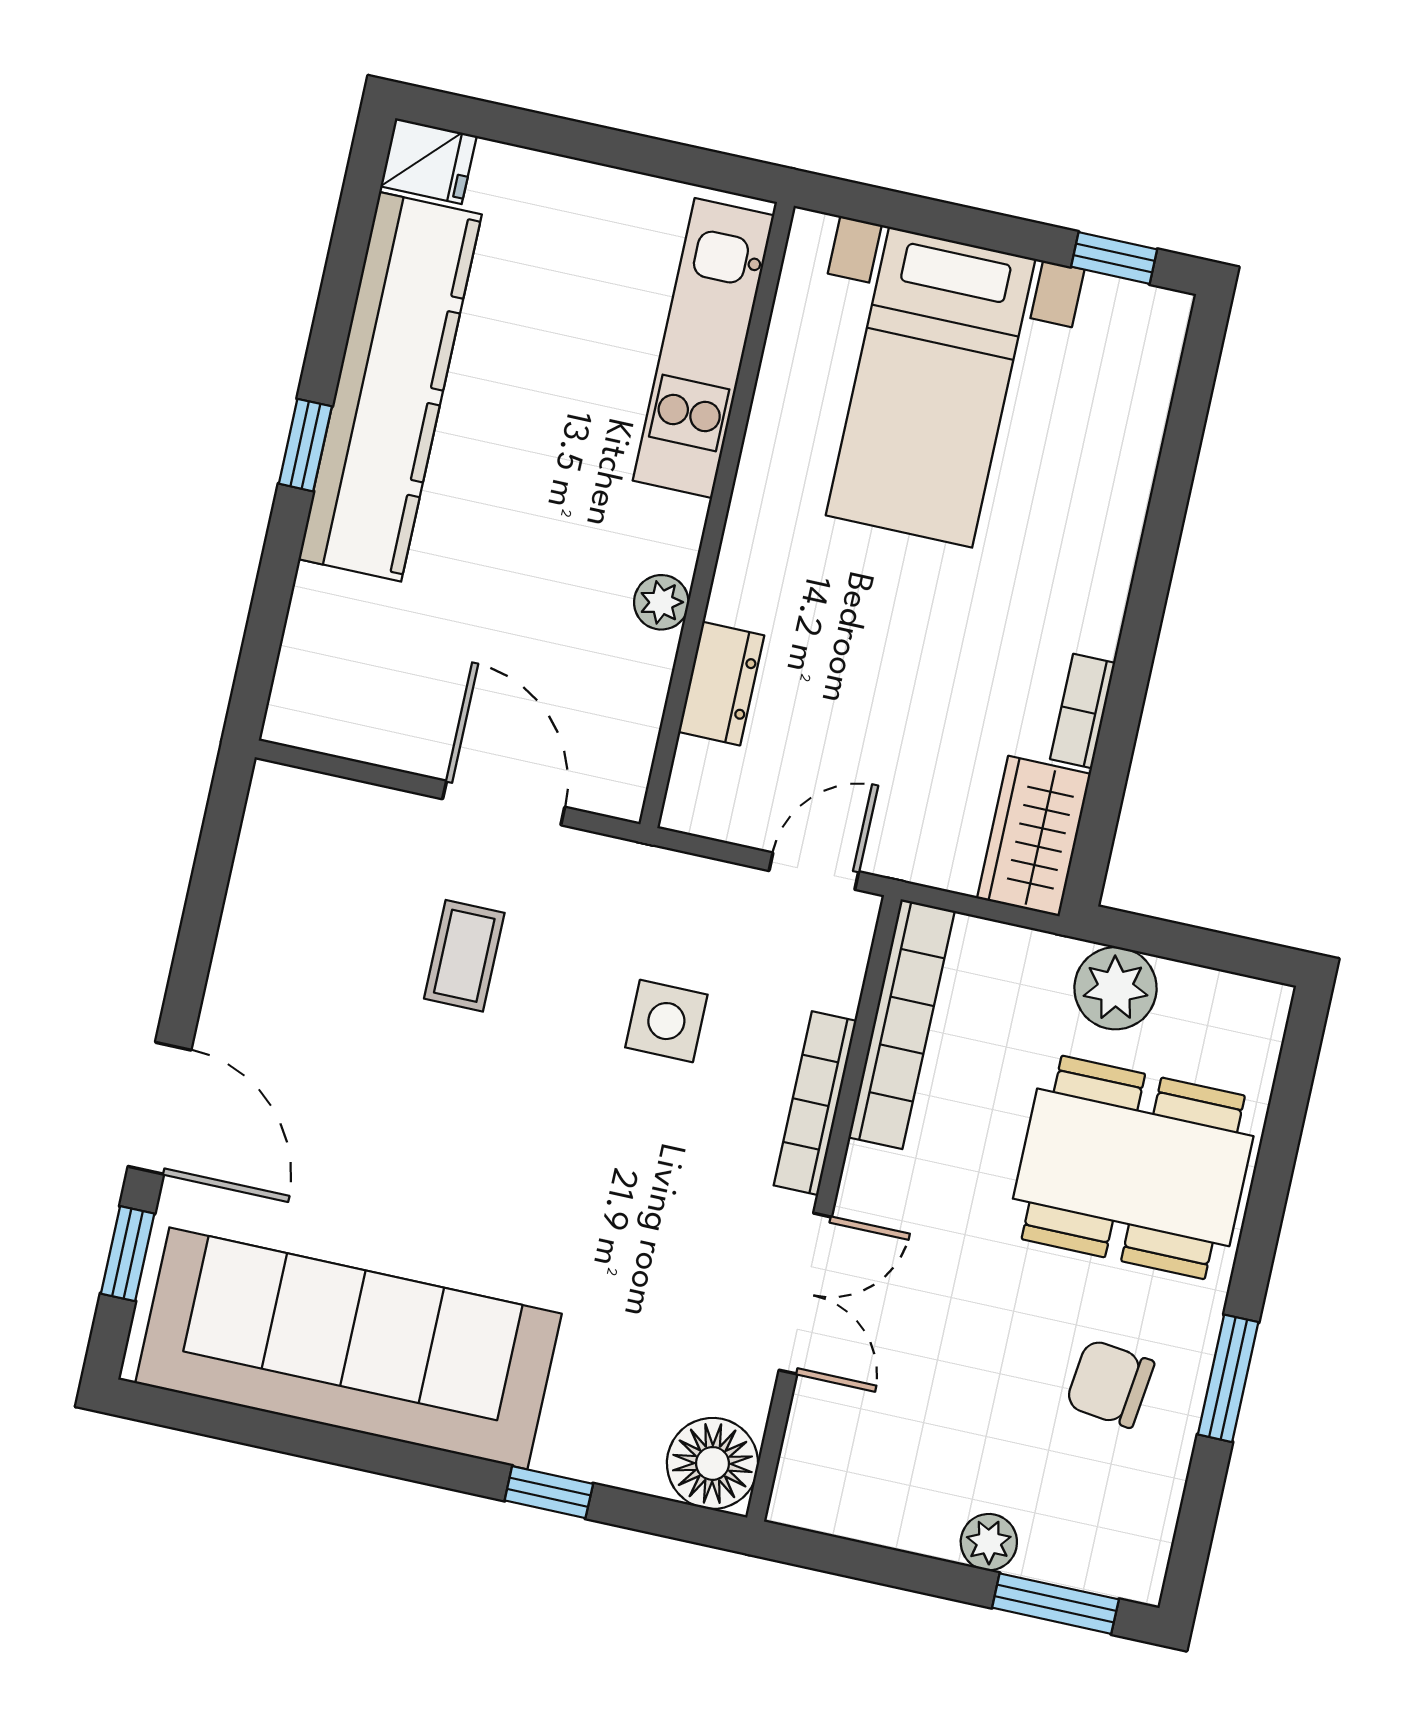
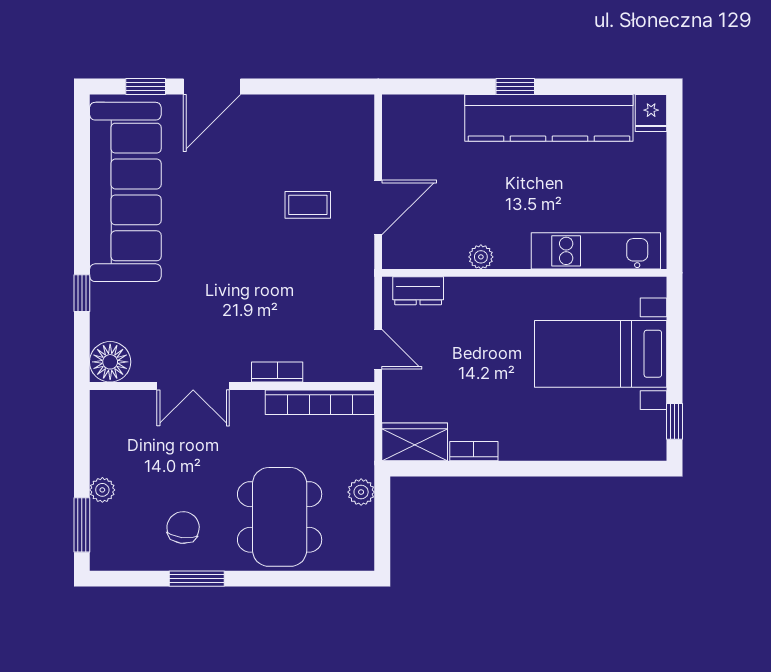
dresser: (721, 684) -> (418, 291), moved
plant: (1115, 988) -> (361, 492), width x0.73, depth x0.73
side table: (666, 1021) -> (299, 299), removed
bookcase: (815, 1103) -> (277, 372), width x0.64

